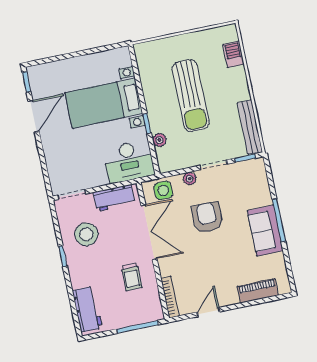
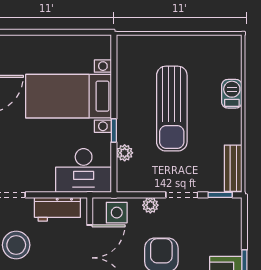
barbecue: (233, 54) -> (232, 94), moved
bench: (250, 127) -> (233, 168), width x0.73

